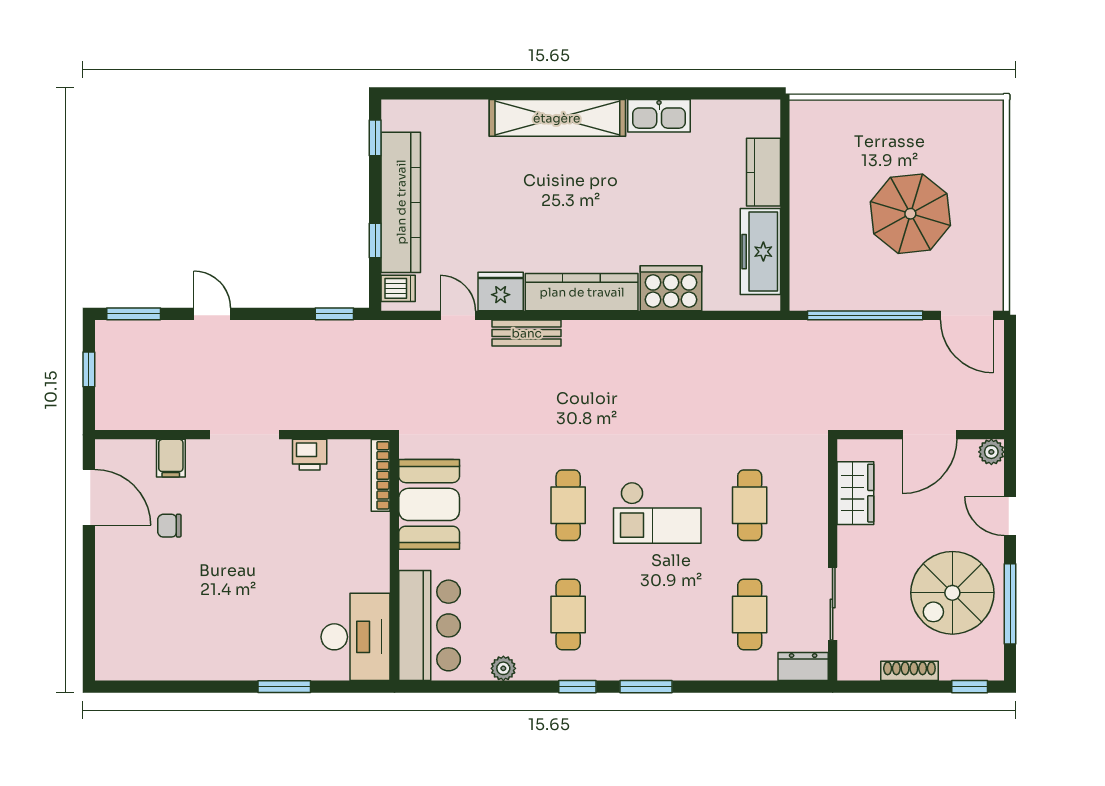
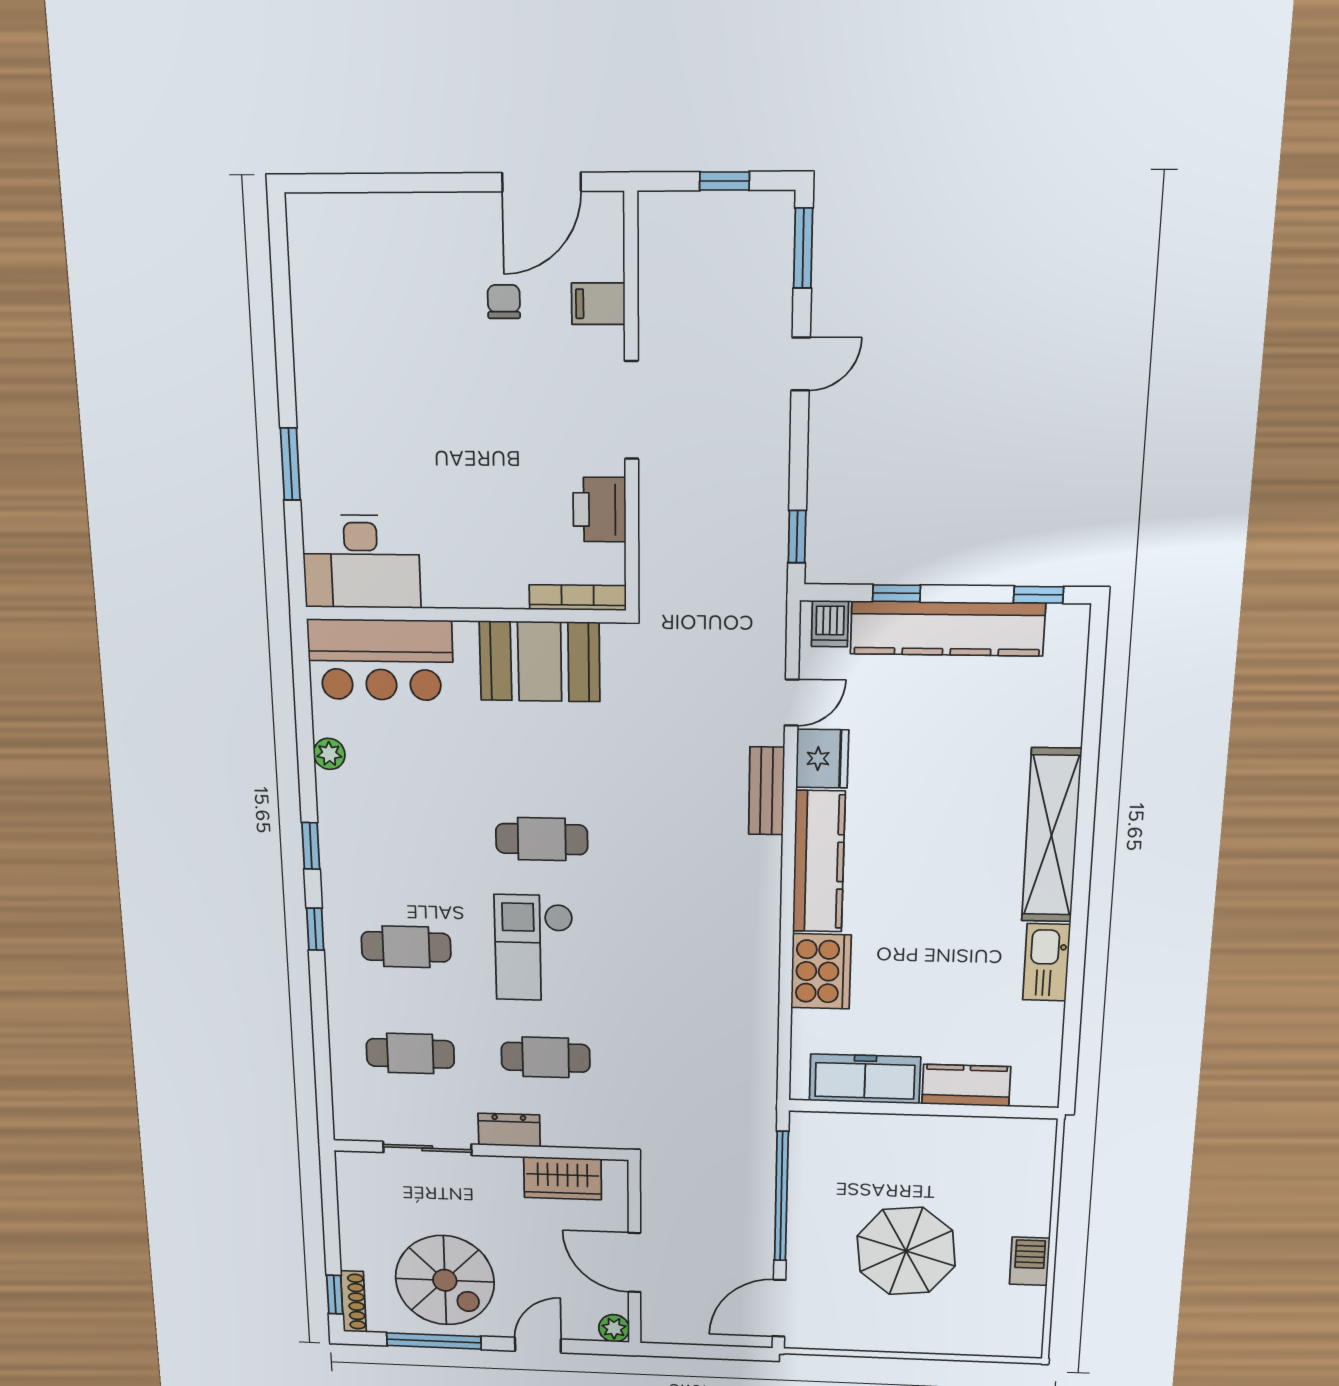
barbecue: (916, 114) -> (1030, 1261), added
printer: (310, 455) -> (599, 510), width x1.36, depth x1.24
spiral stairs: (952, 593) -> (445, 1280), turned 180
cafe table: (568, 614) -> (406, 947), moved
dresser: (803, 667) -> (509, 1130), moved, turned -90
shoe rack: (909, 671) -> (353, 1302), moved
window: (646, 687) -> (315, 929), width x0.67

